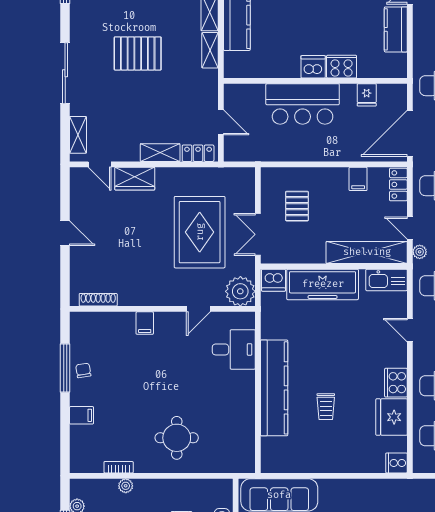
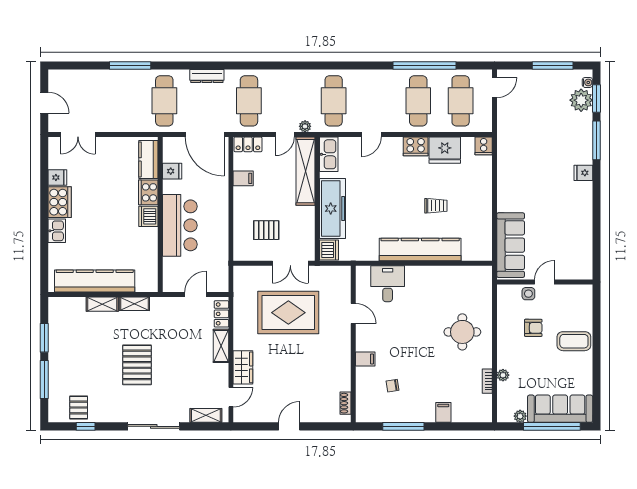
kitchen counter: (396, 29) -> (148, 159), moved, turned 90
plant: (240, 291) -> (338, 278), removed
shoe rack: (98, 300) -> (345, 403), width x0.70
chair: (83, 370) -> (392, 386), moved

